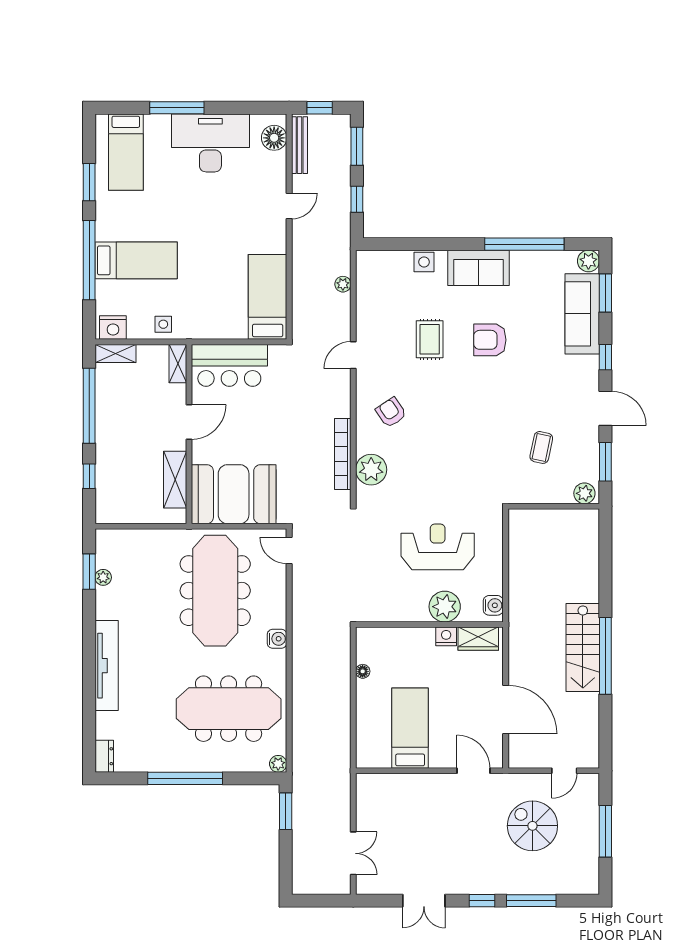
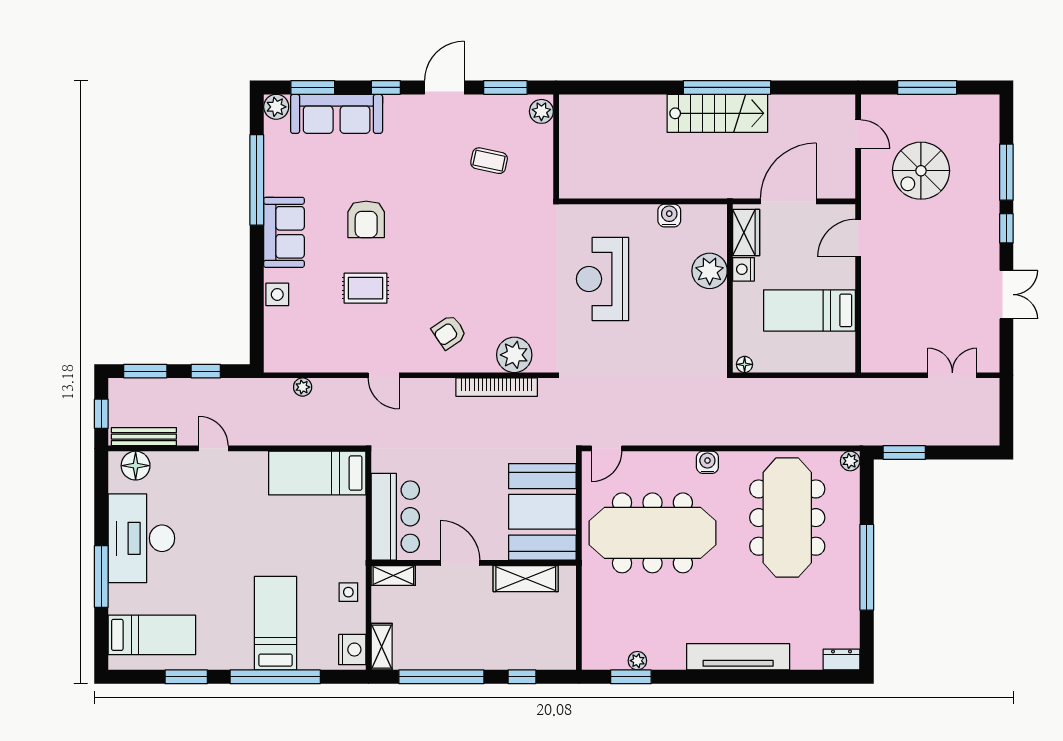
plant: (445, 607) -> (710, 271), moved
wall: (429, 624) -> (730, 288), moved
nightstand: (446, 636) -> (744, 269), moved
wardrobe: (478, 639) -> (746, 233), moved

